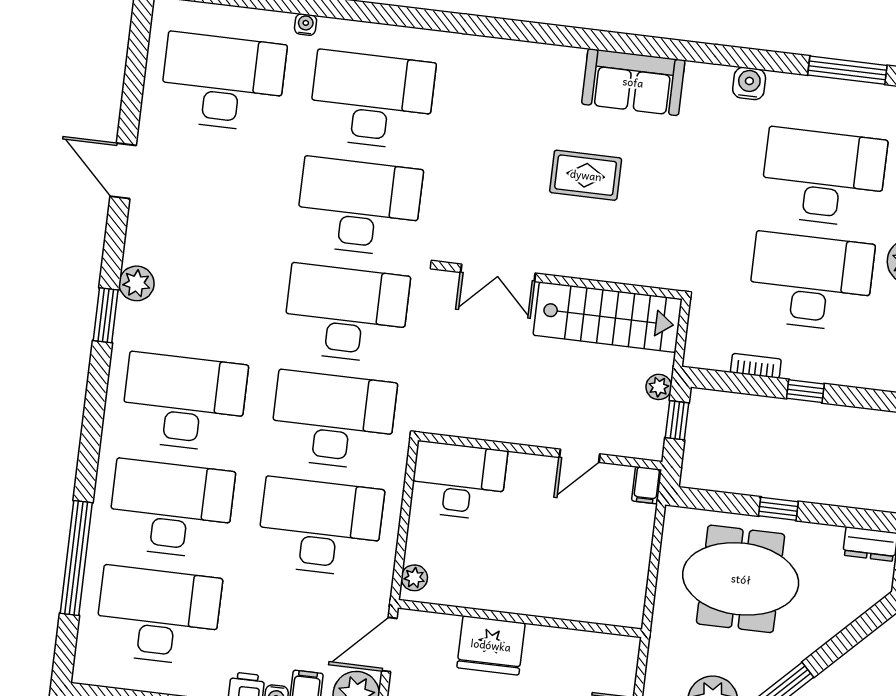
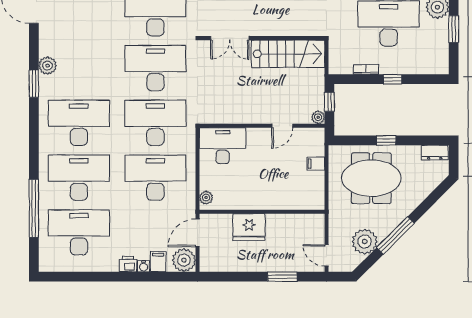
plant: (659, 387) -> (318, 117), moved
filing cabinet: (647, 485) -> (316, 164), moved, turned 90

